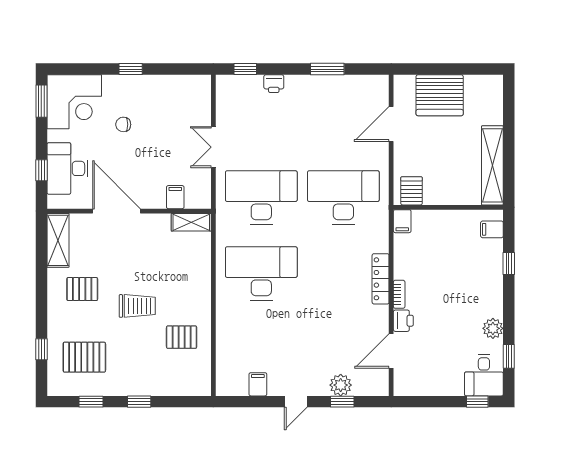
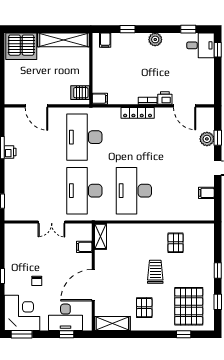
printer: (274, 84) -> (10, 152), moved
server rack: (440, 95) -> (21, 46), moved, turned 90
plant: (493, 328) -> (155, 39), moved
pallet: (84, 357) -> (189, 306), width x1.37, depth x1.41

